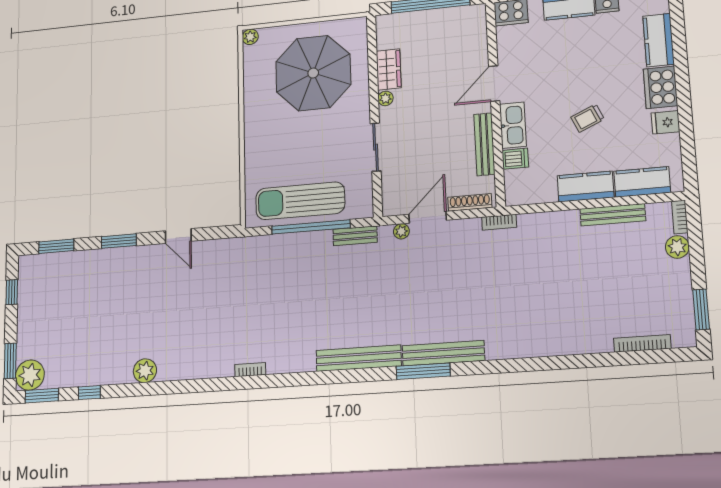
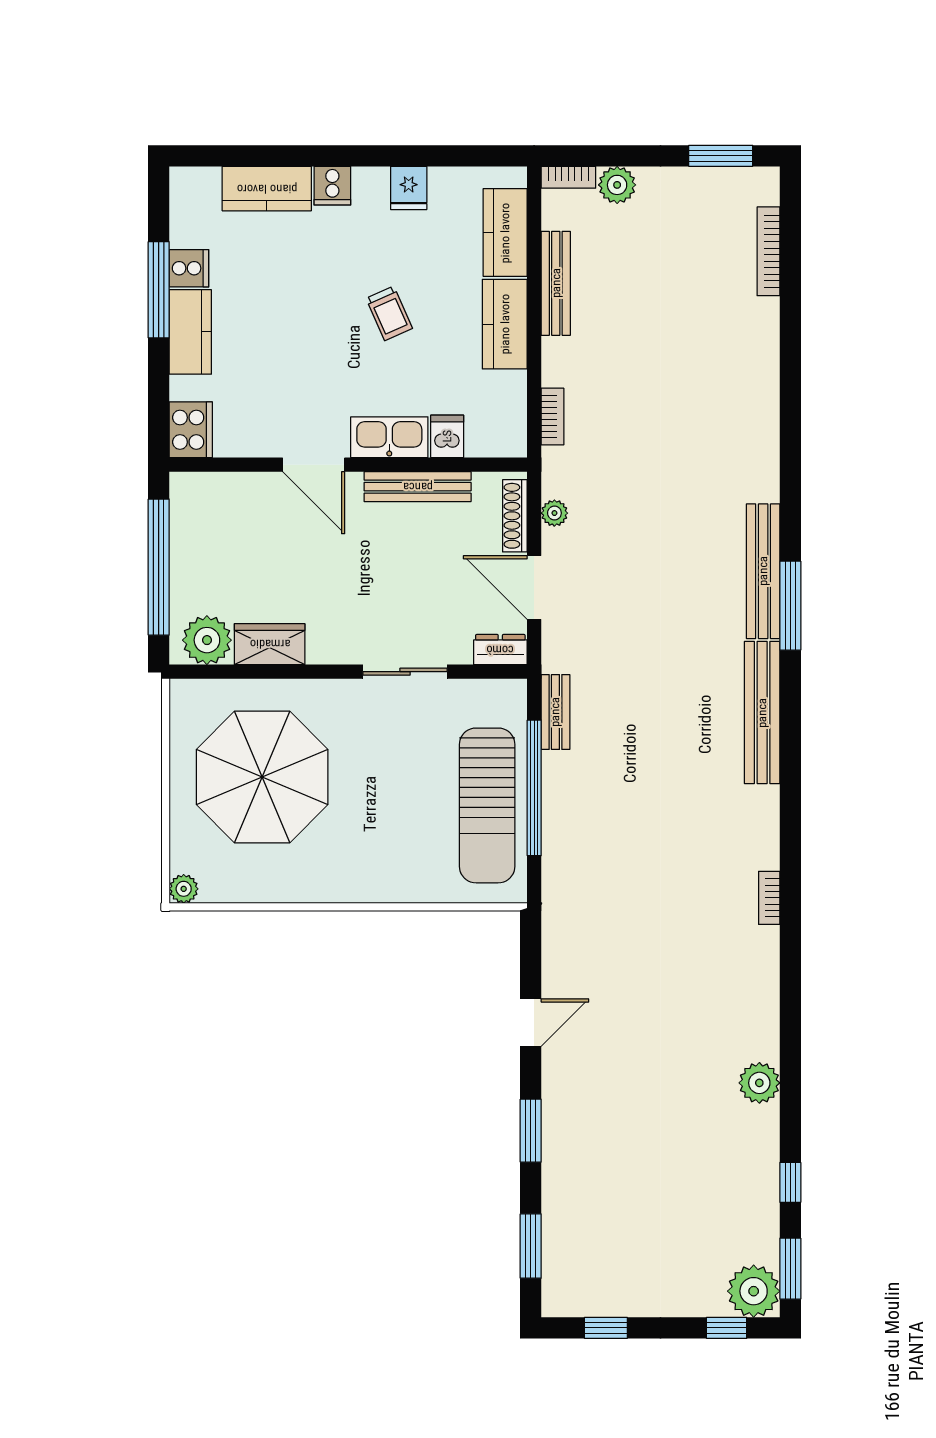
cooker: (660, 87) -> (332, 186), width x0.53, depth x0.76
plant: (385, 98) -> (207, 640), moved, width x1.88, depth x1.88
dresser: (390, 201) -> (500, 650), added
bookcase: (499, 222) -> (553, 417), moved
plant: (401, 231) -> (554, 513), moved
window: (10, 361) -> (727, 1328), width x0.67

